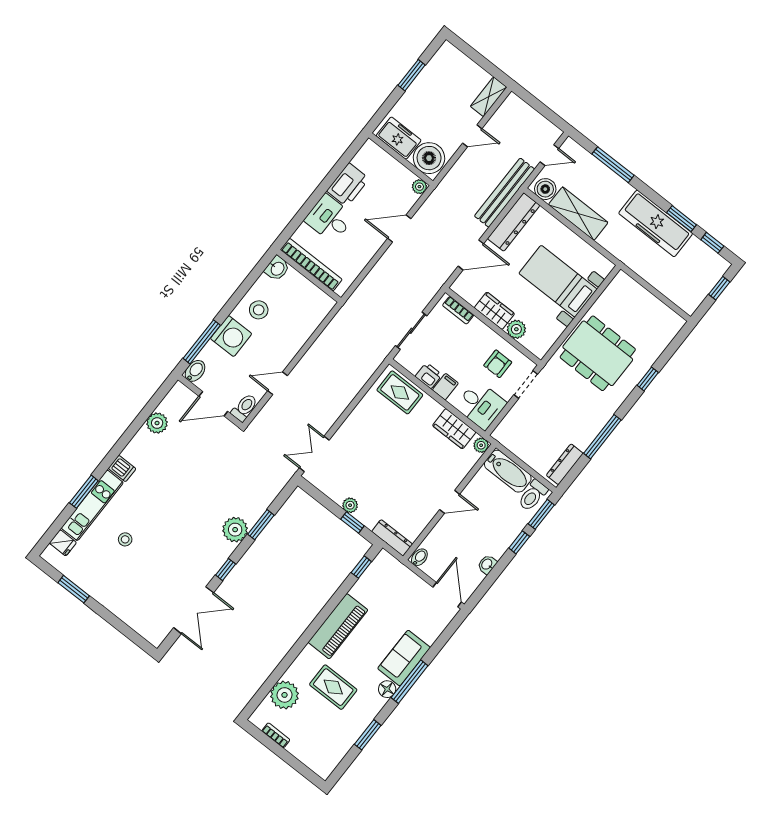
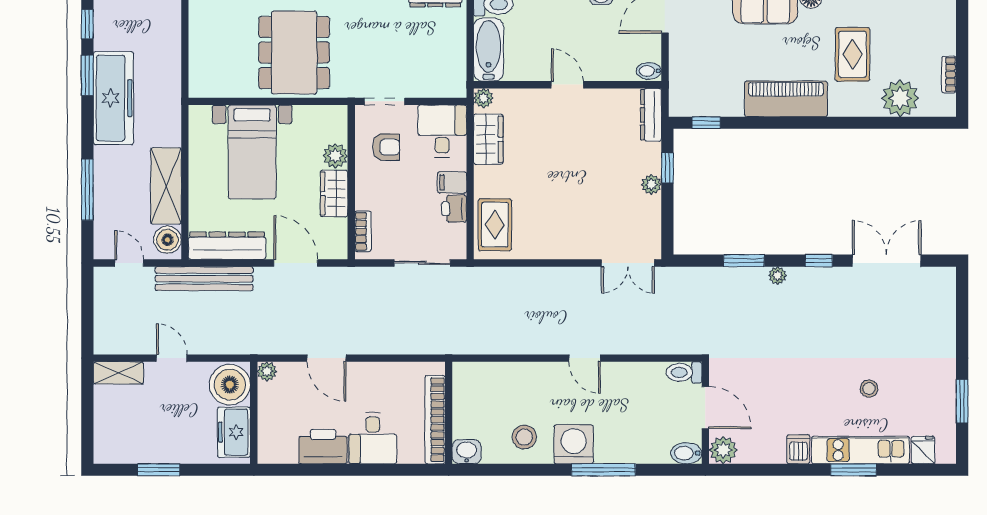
bidet: (195, 371) -> (686, 453), moved
wall: (210, 401) -> (705, 413), moved
door: (213, 404) -> (705, 408), moved
toilet: (244, 408) -> (684, 372), moved
plant: (235, 530) -> (778, 275), width x0.53, depth x0.53

